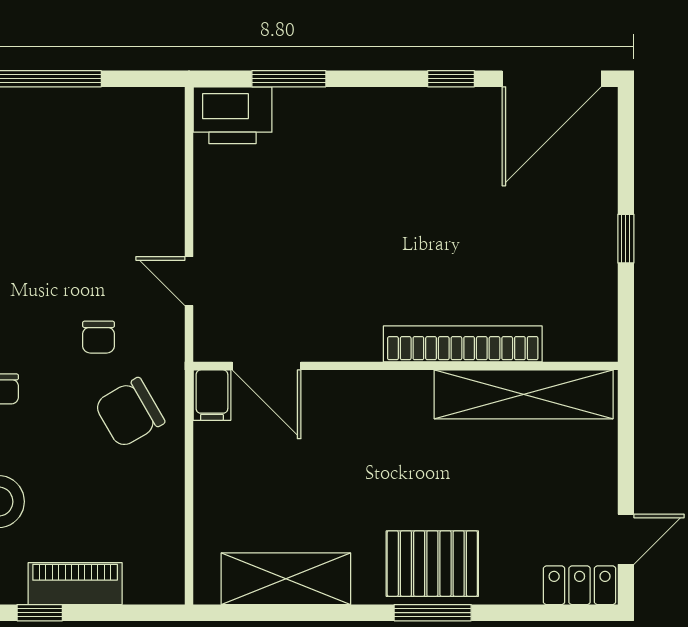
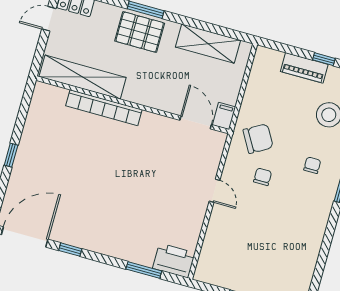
bookcase: (463, 344) -> (104, 108), moved
door: (267, 366) -> (196, 122), moved
wall: (405, 366) -> (133, 105), moved
shelving: (524, 394) -> (83, 77), moved
filing cabinet: (212, 395) -> (224, 116), moved

